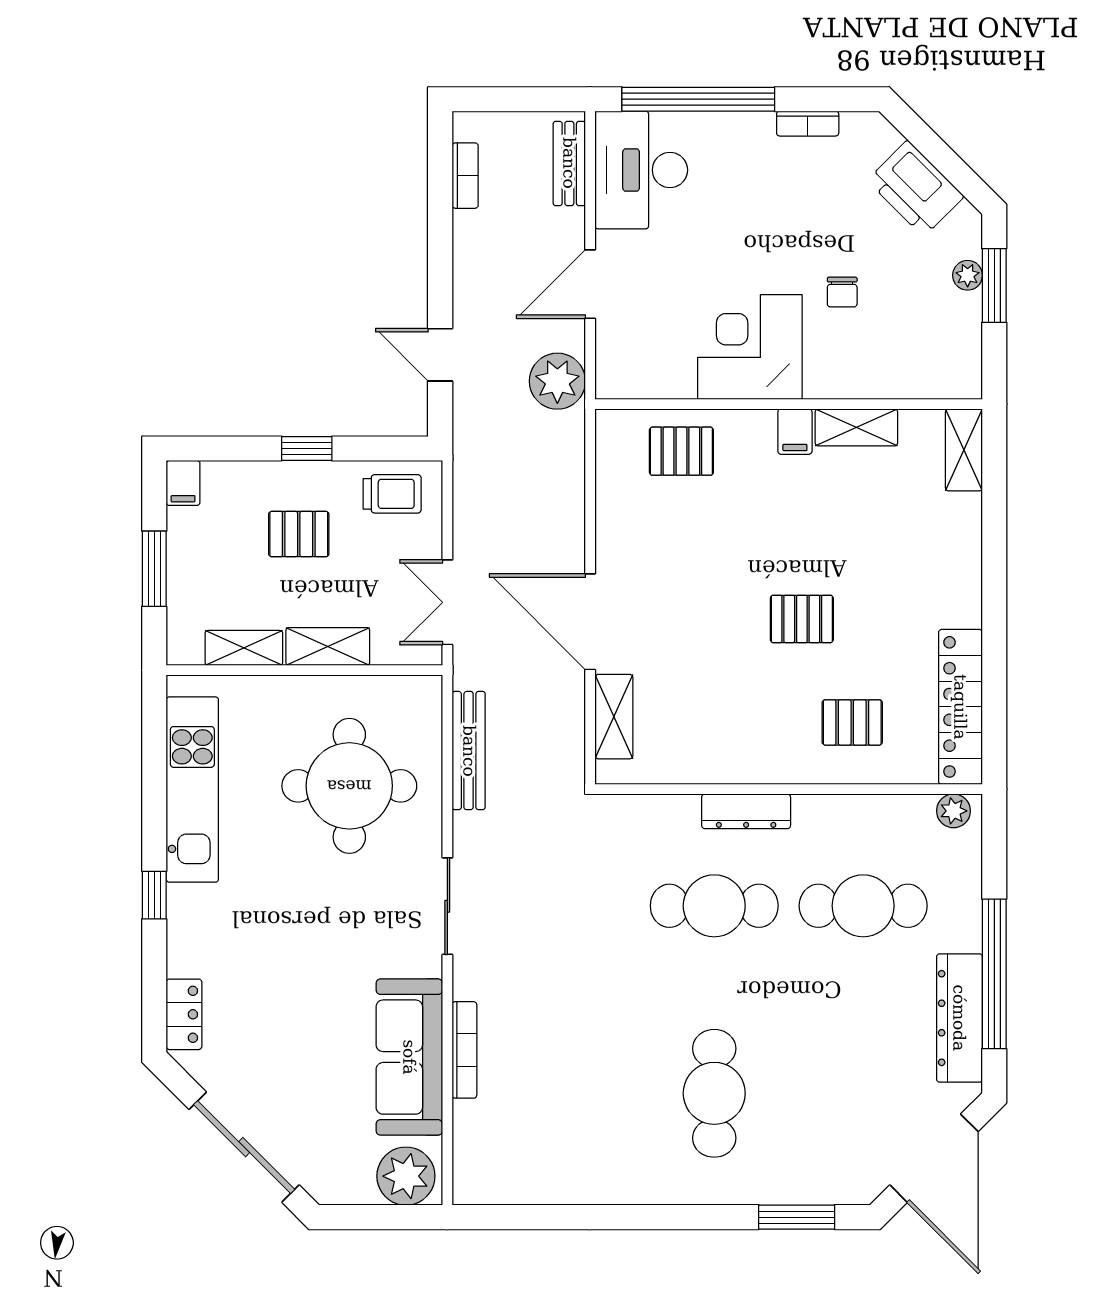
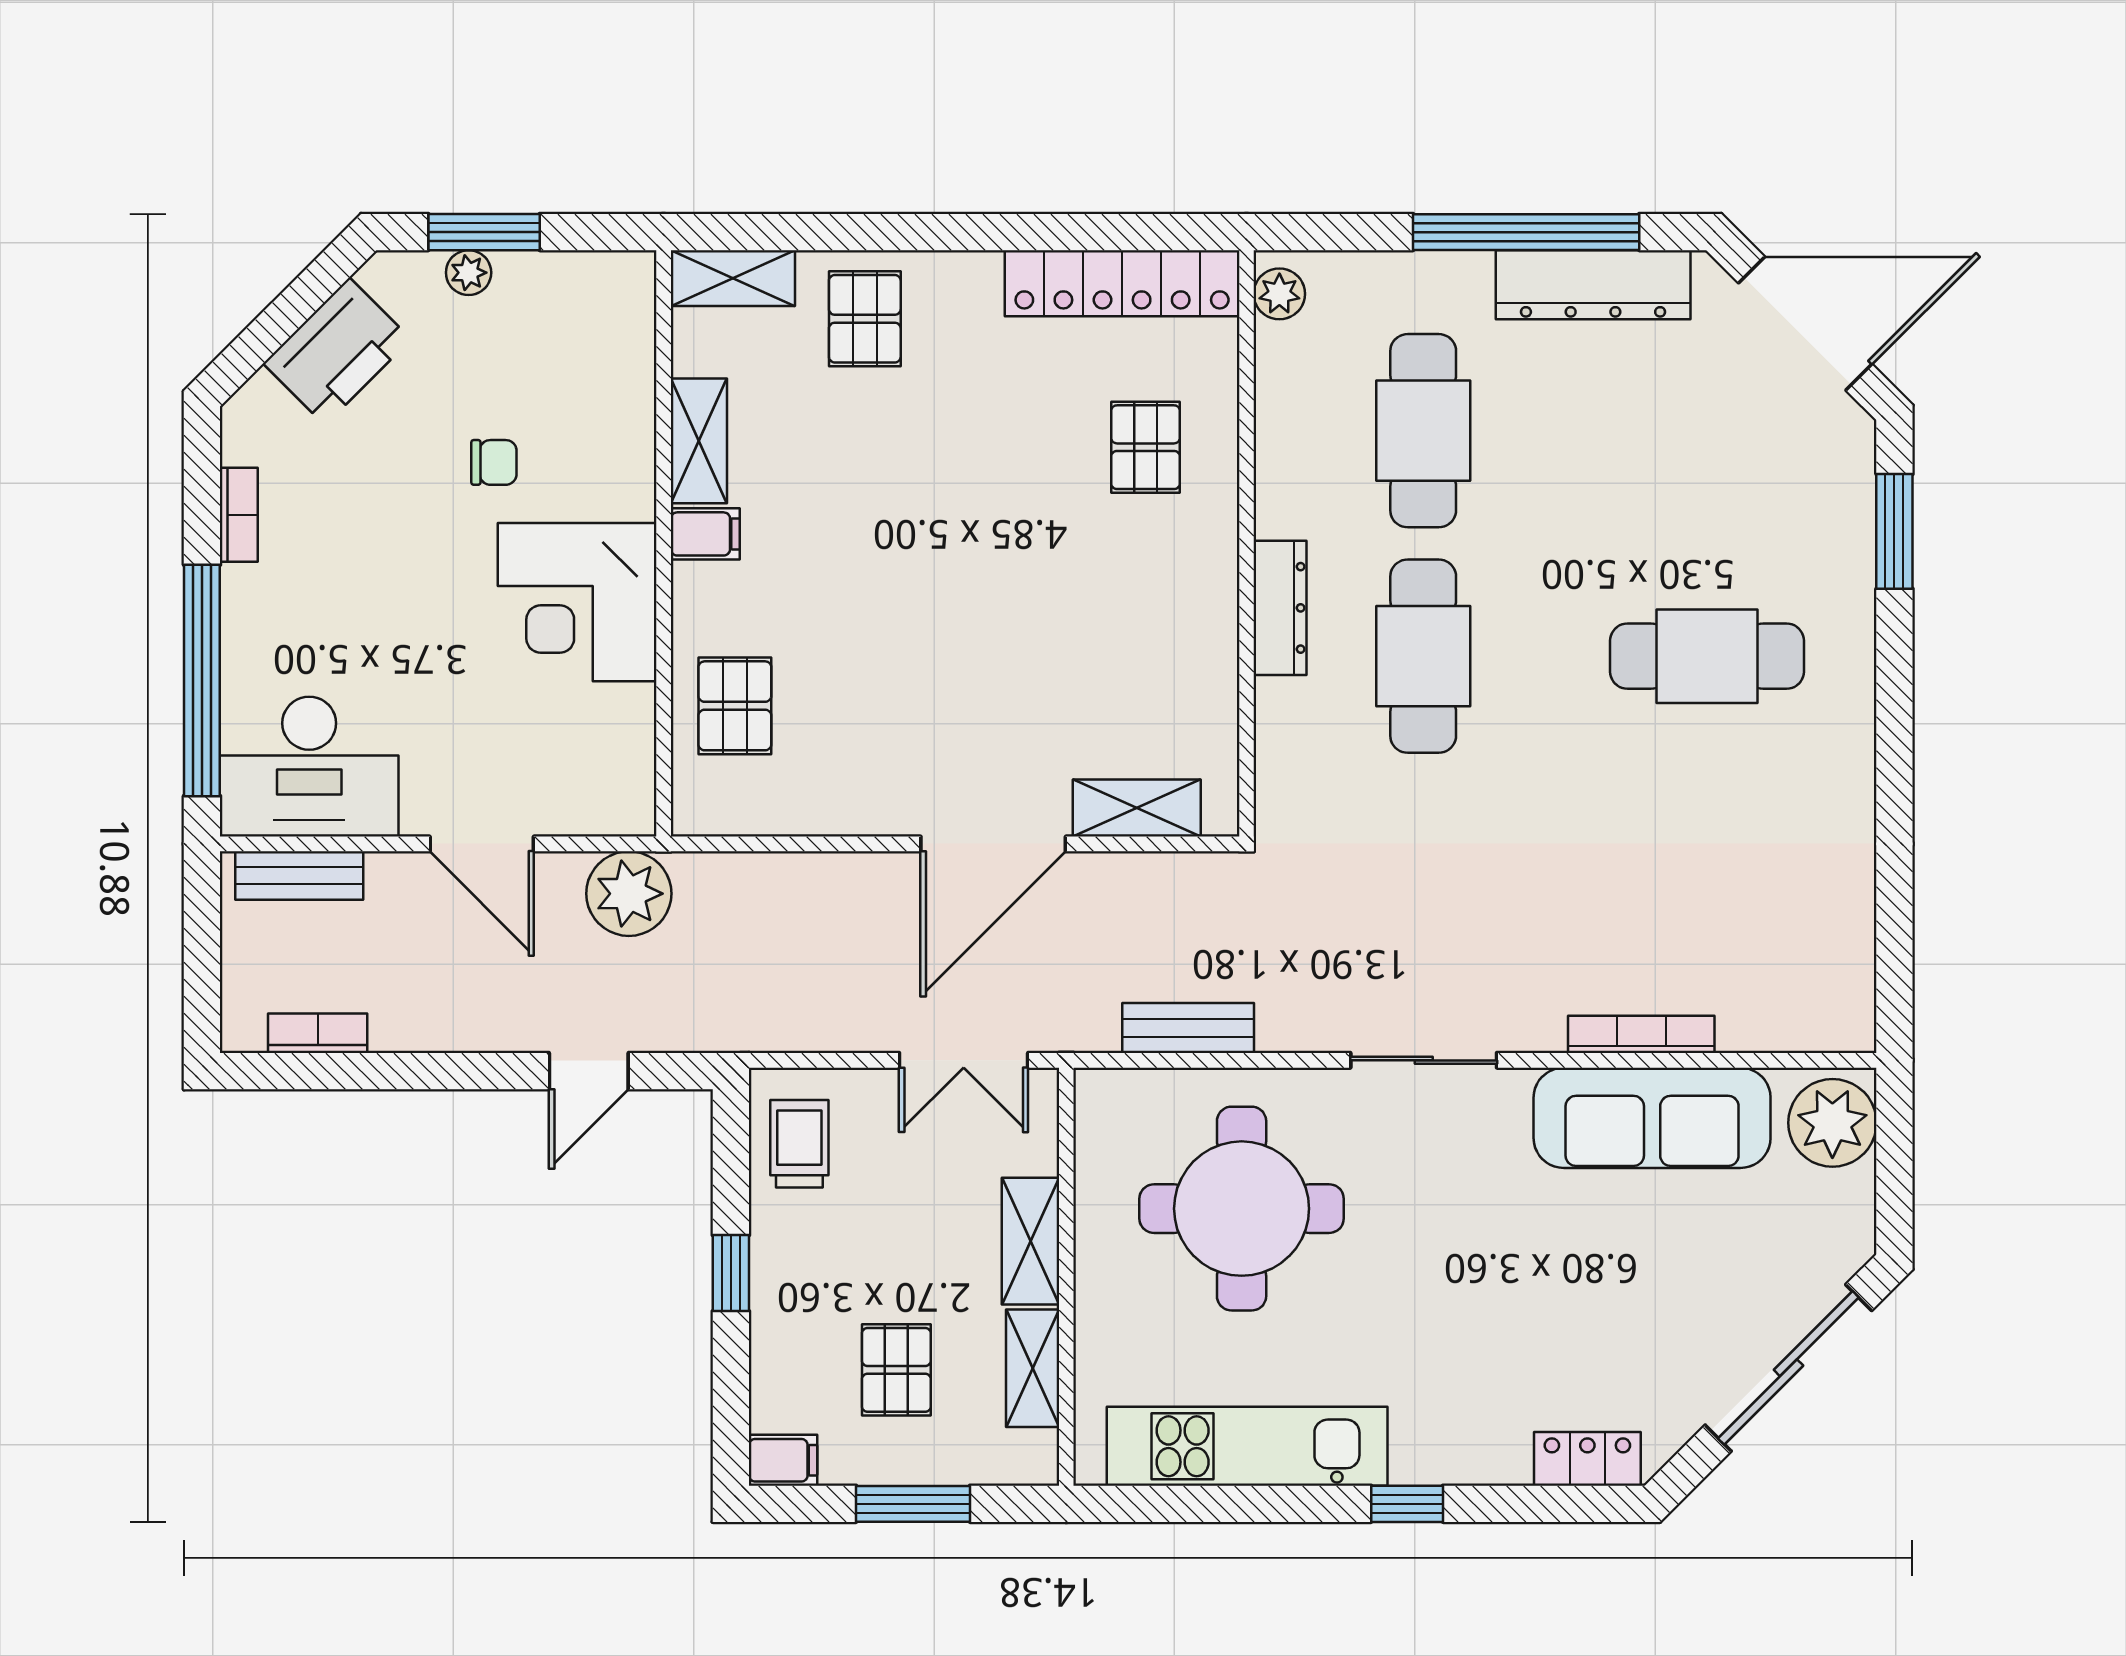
pallet: (299, 534) -> (896, 1370), moved
pallet: (802, 619) -> (865, 319), moved
bench: (469, 751) -> (1188, 1028), width x0.73

